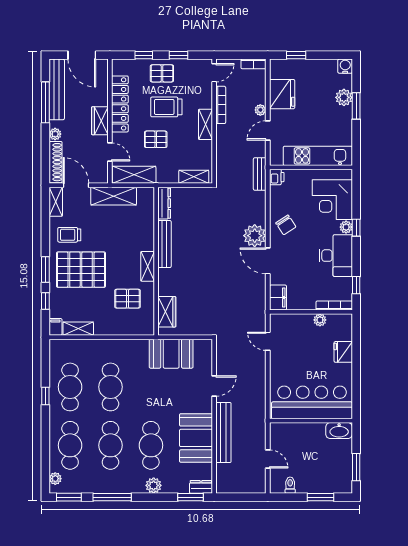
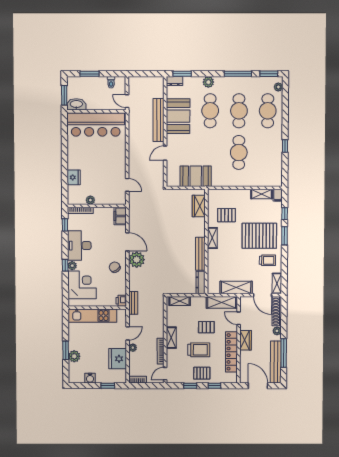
water cooler: (345, 66) -> (90, 378), moved
cafe table: (70, 387) -> (267, 152), removed
bar counter: (312, 402) -> (96, 125), moved
wall: (311, 421) -> (96, 111), moved
washbasin: (339, 431) -> (76, 104), moved

